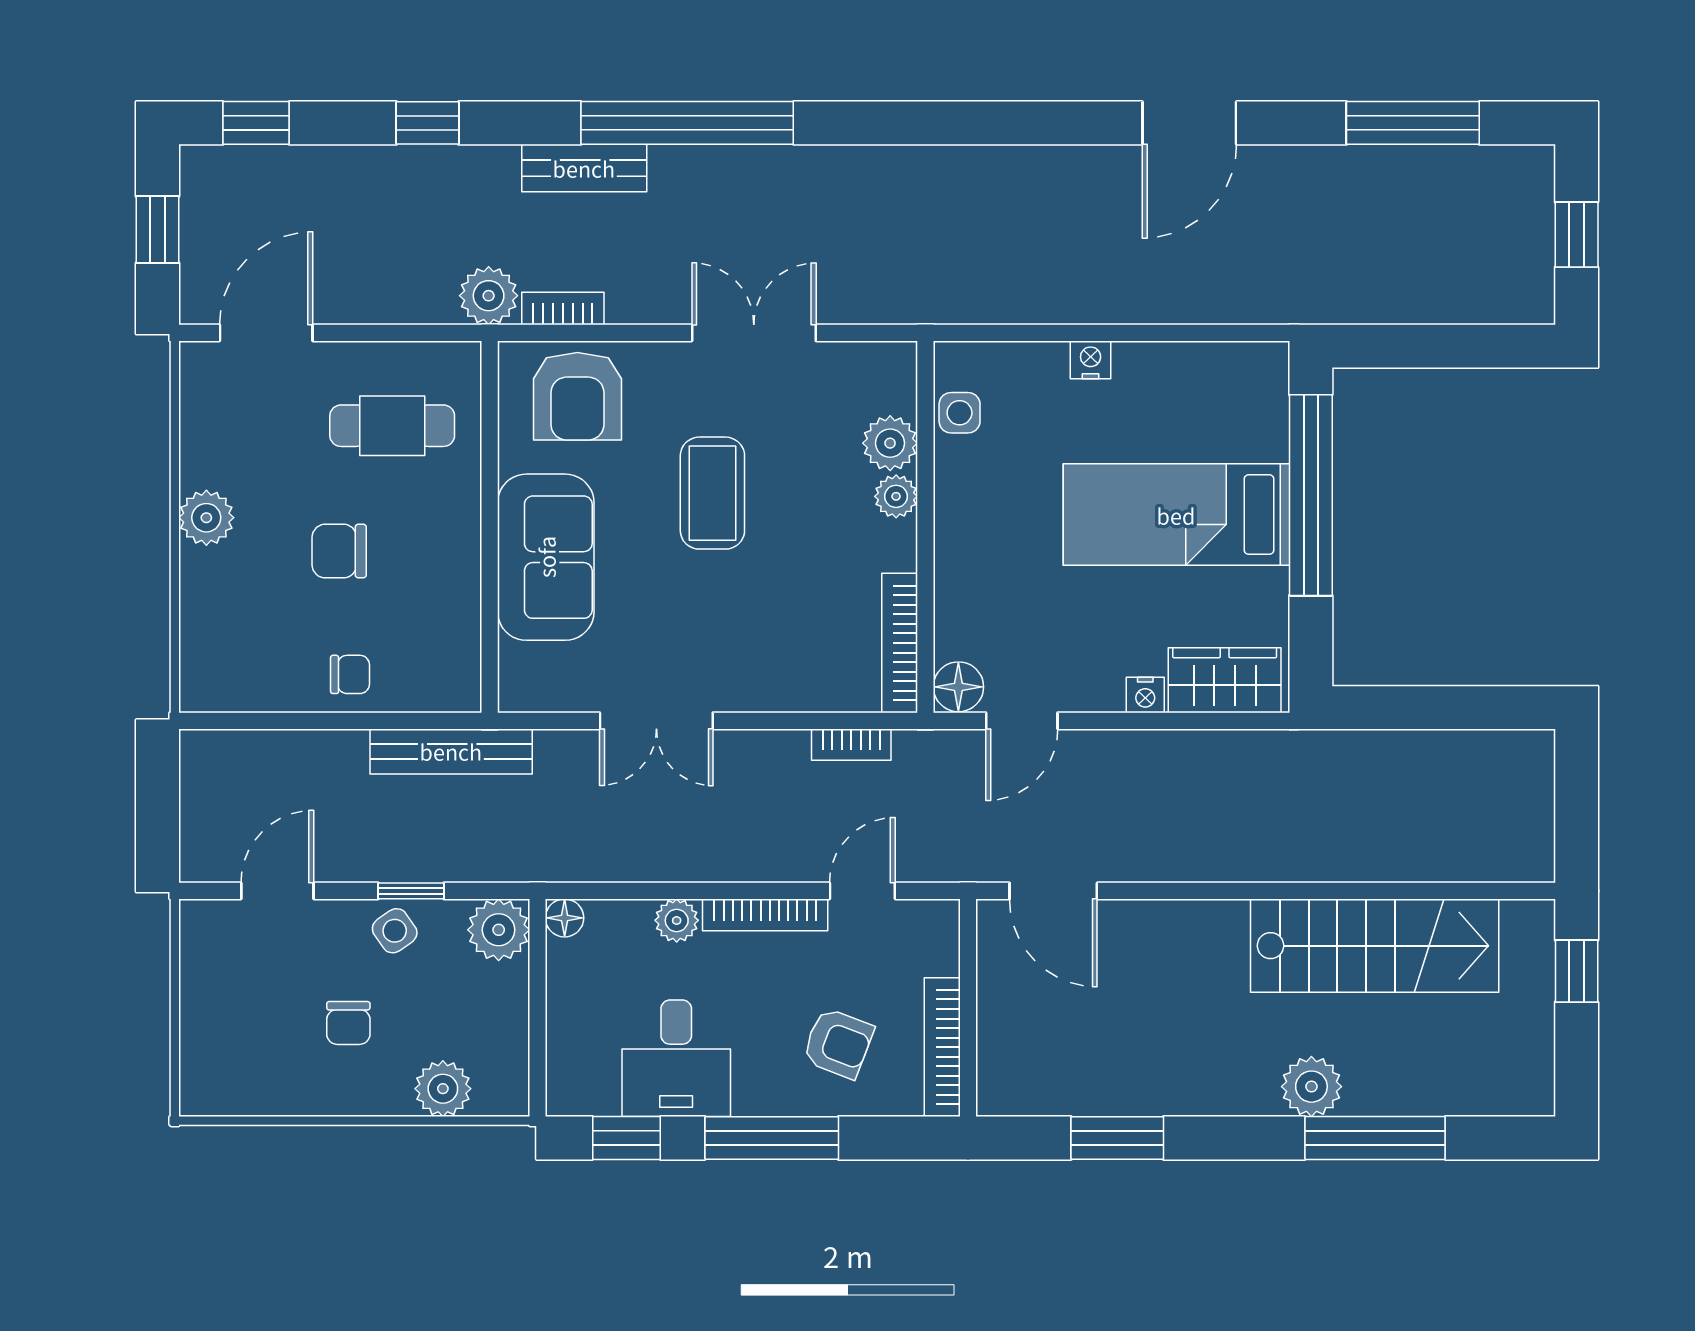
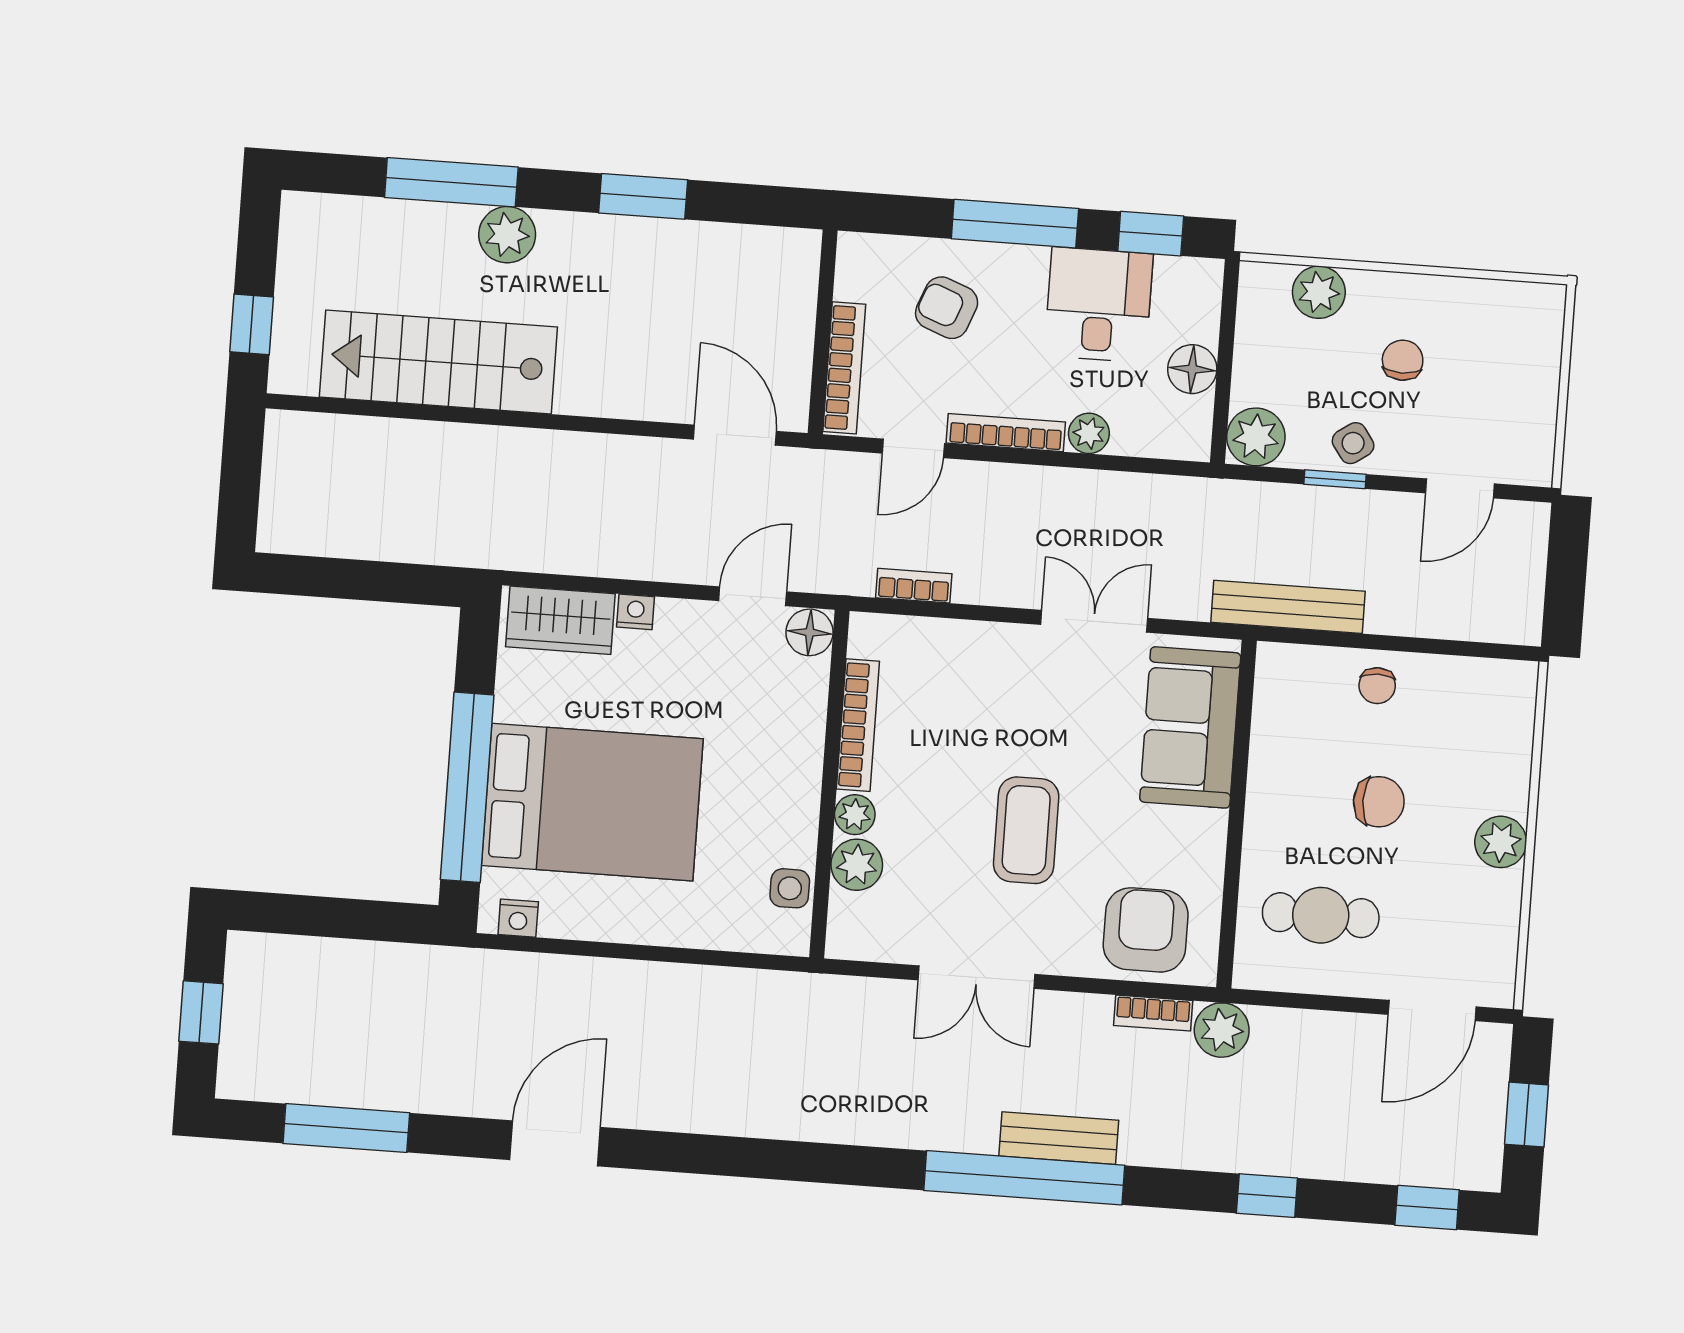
bench: (584, 168) -> (1059, 1138), moved
nightstand: (1091, 360) -> (518, 918), moved
bed: (1176, 515) -> (592, 802), width x1.50
sofa: (546, 557) -> (1190, 727), moved
bookcase: (900, 643) -> (858, 725), moved
chair: (350, 674) -> (1377, 686), turned -90
floor lamp: (565, 918) -> (1192, 369), moved, width x1.37, depth x1.37
bookcase: (942, 1047) -> (844, 368), moved
window: (1117, 1138) -> (643, 196), moved

